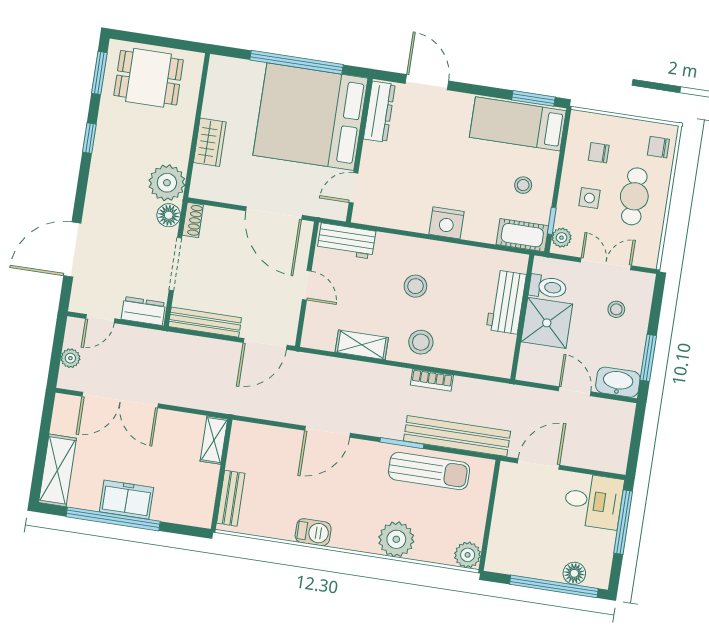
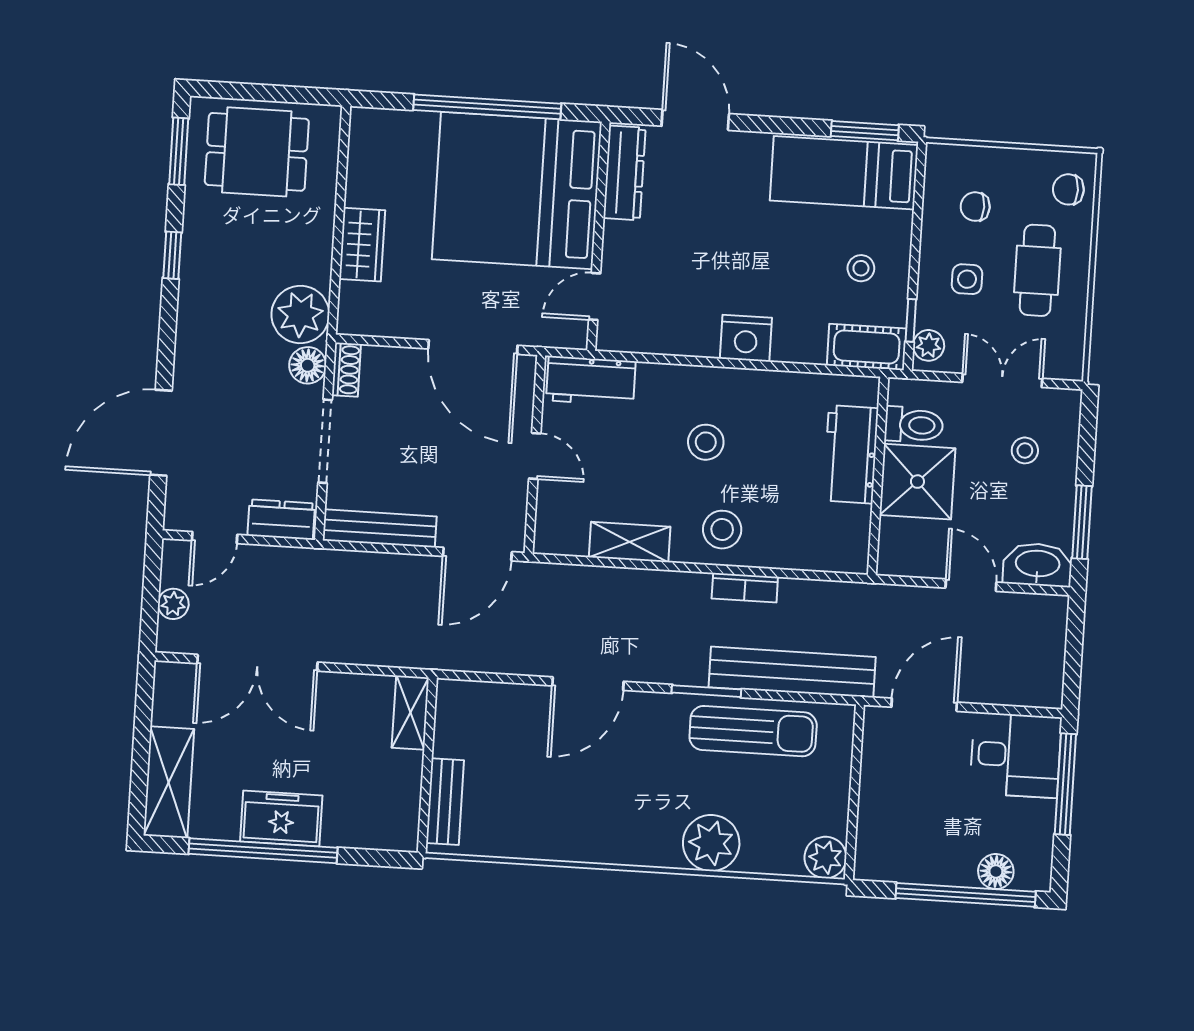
barbecue: (313, 532) -> (579, 844), removed

